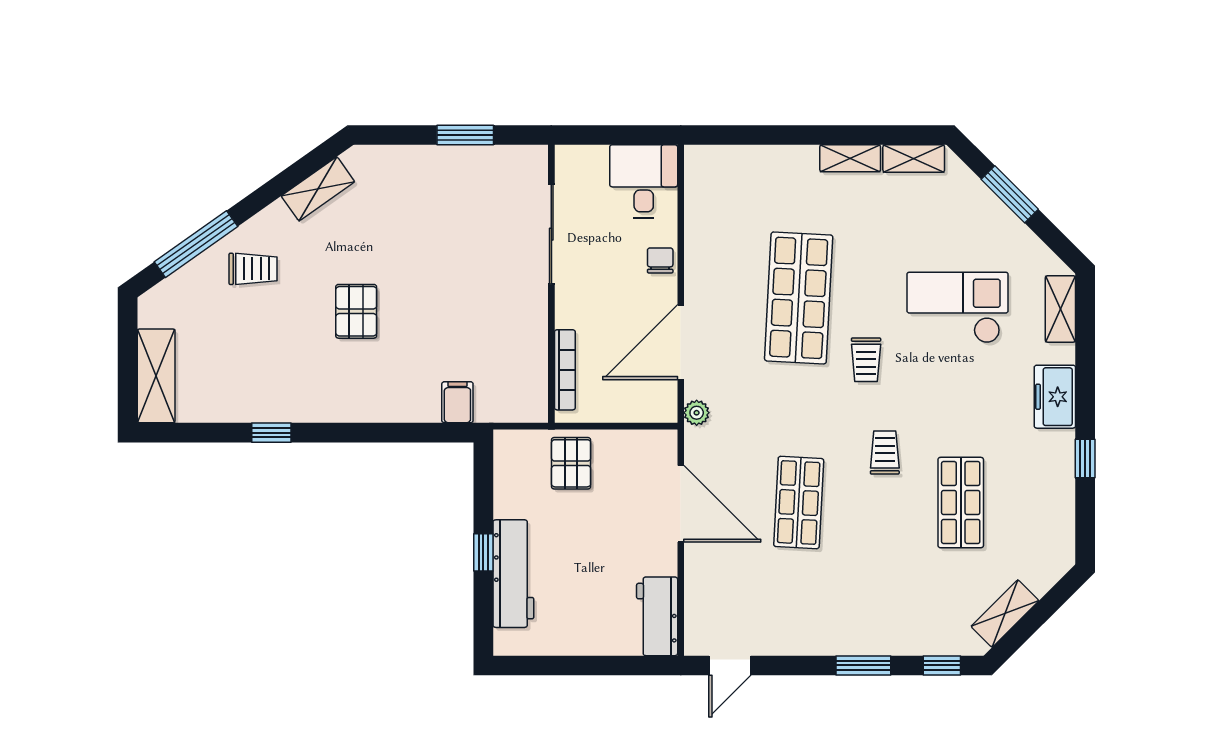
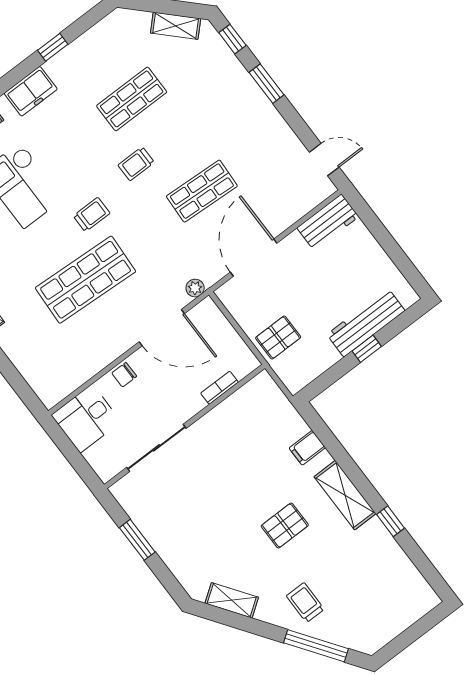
bookcase: (565, 370) -> (219, 388), width x0.64
shelving: (156, 376) -> (345, 495), moved, turned 90
filing cabinet: (457, 402) -> (307, 448), moved

